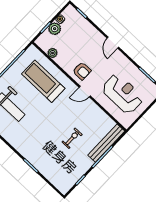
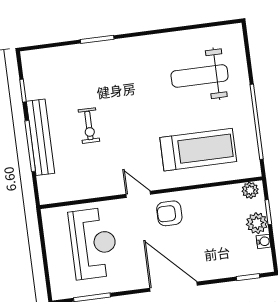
door: (113, 43) -> (174, 287), width x1.88
plant: (52, 53) -> (250, 190), moved
door: (85, 92) -> (138, 194), hinge flipped
reception desk: (123, 94) -> (93, 243), turned -90
bench: (106, 143) -> (40, 137), moved

